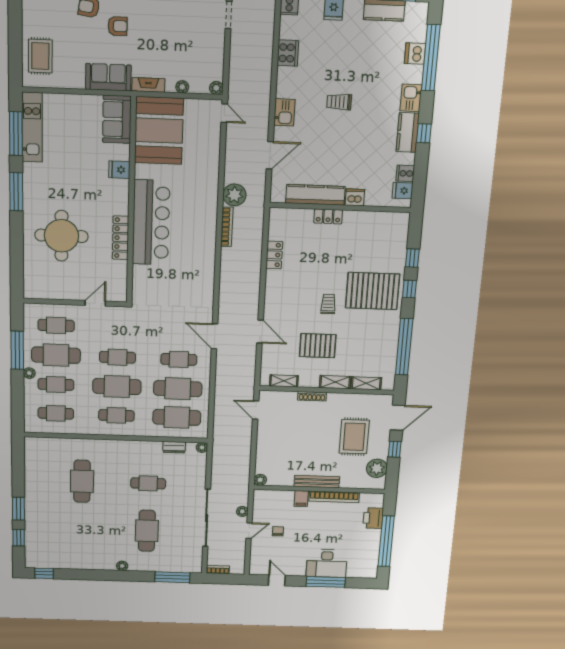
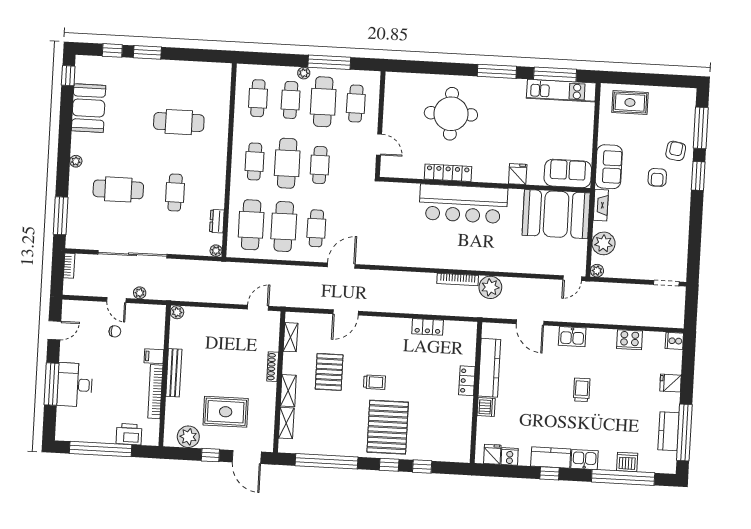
plant: (182, 87) -> (604, 243), width x1.88, depth x1.88
booth: (73, 556) -> (89, 108), added

